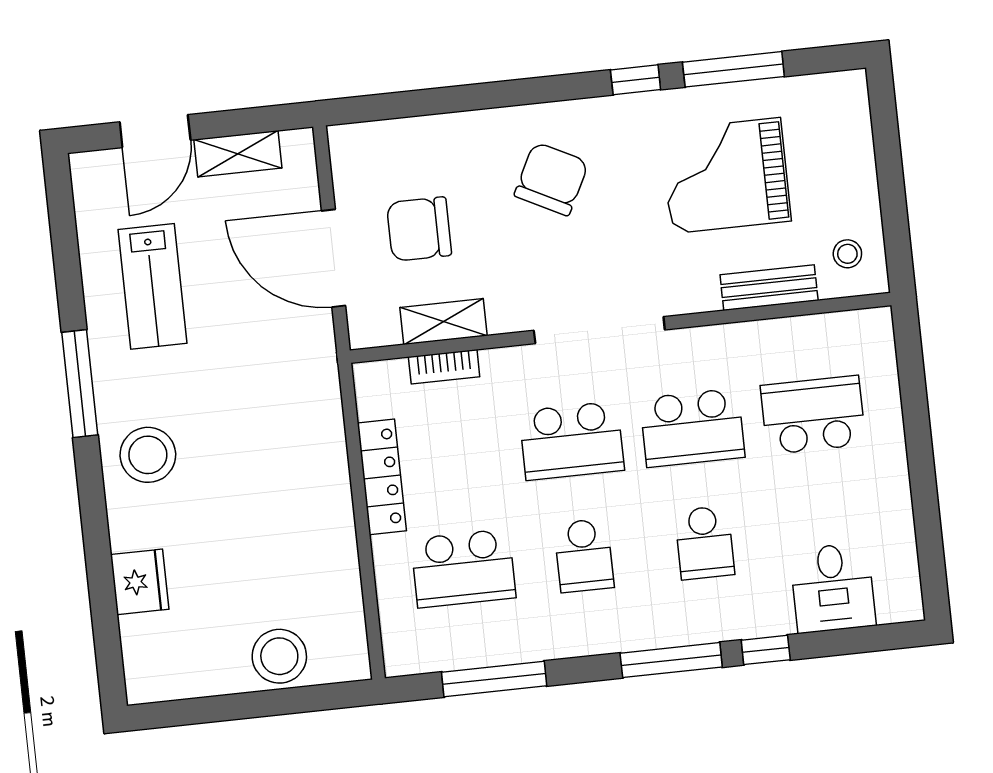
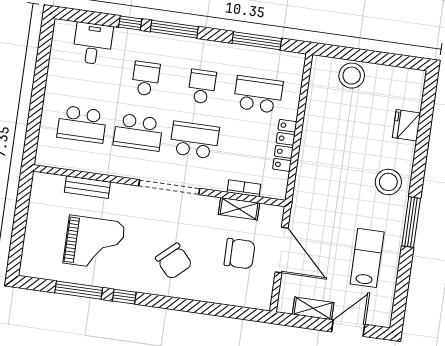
chair: (551, 179) -> (174, 261), turned -69
stool: (847, 254) -> (48, 193), removed
school desk: (692, 428) -> (138, 132), turned 180

